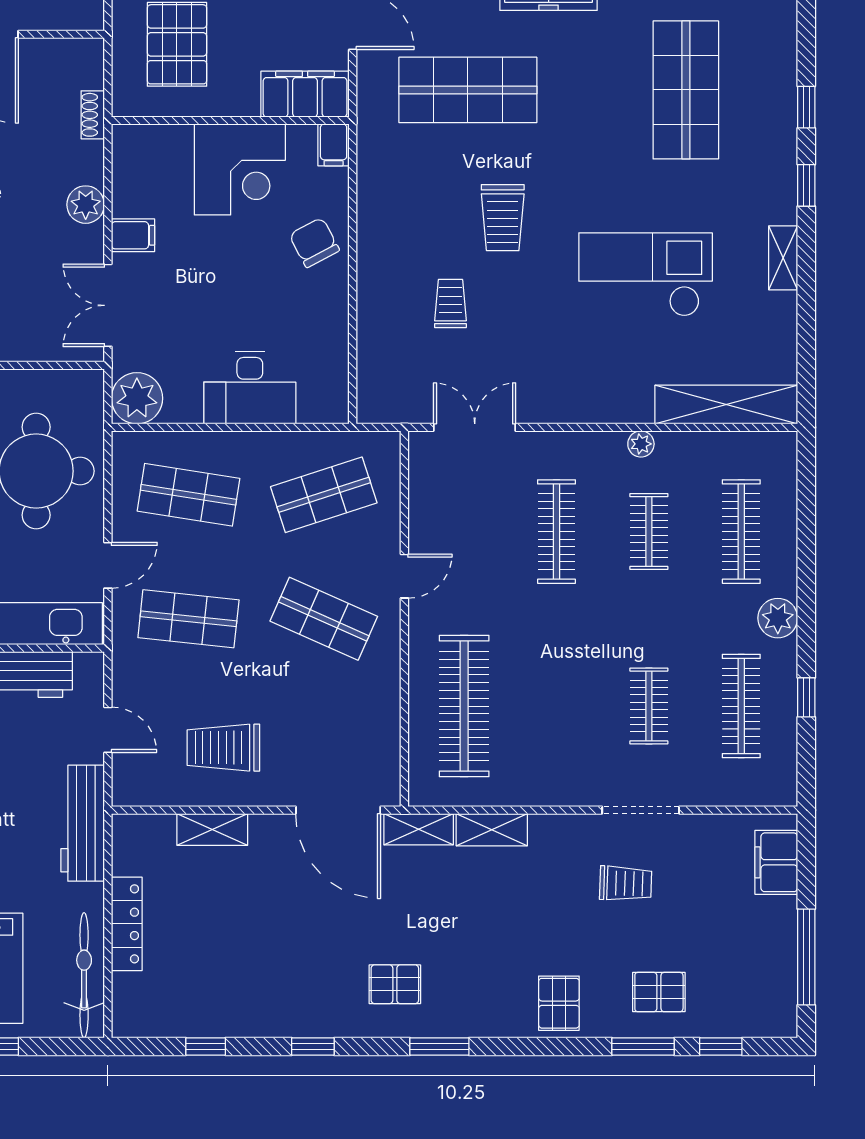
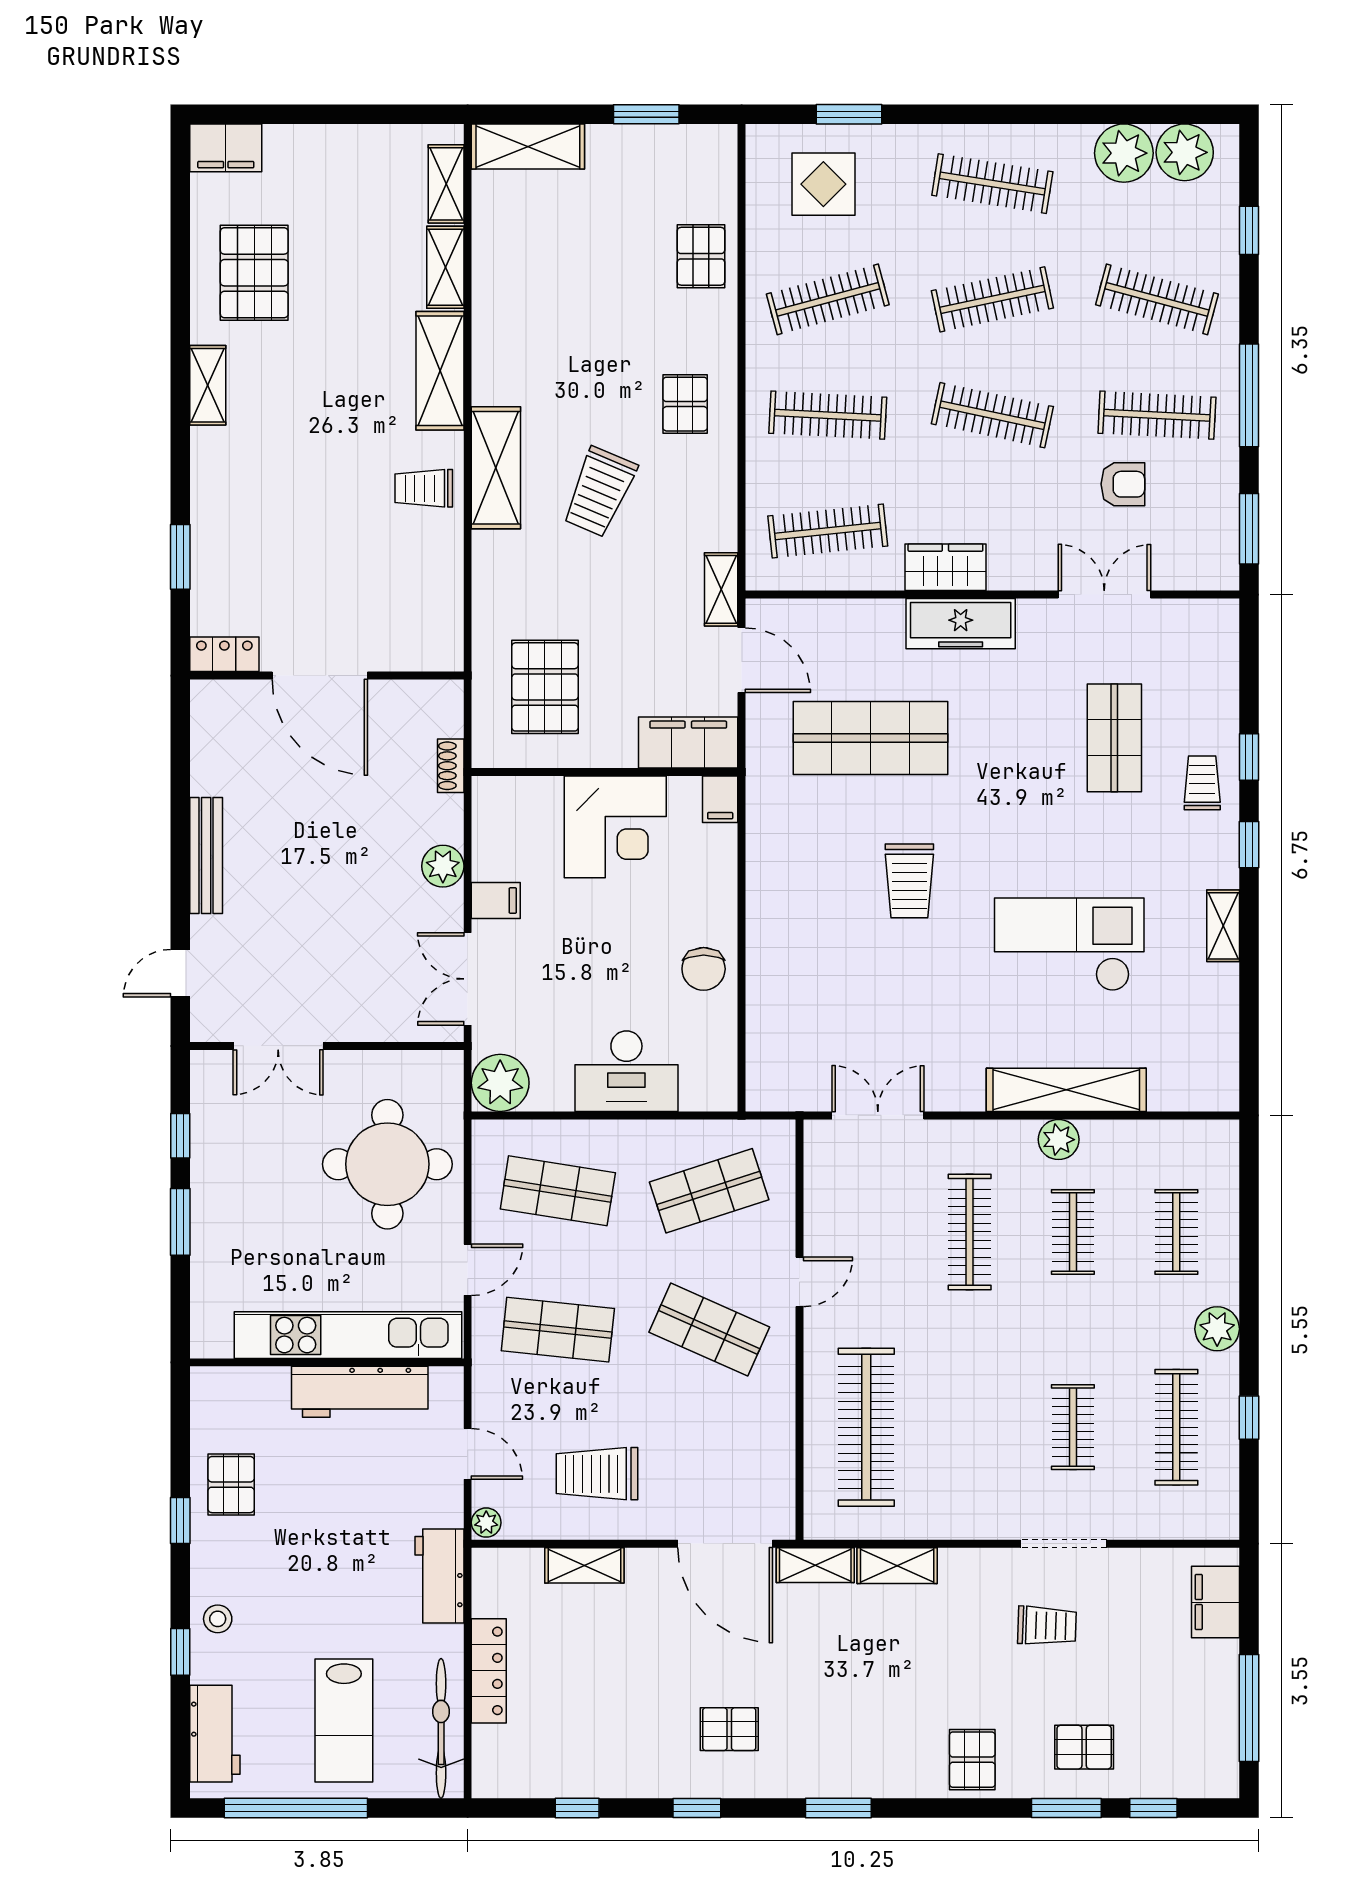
shop shelf: (686, 90) -> (1114, 738), width x0.70, depth x0.74
chair: (314, 243) -> (704, 969), moved, turned -152
trolley: (450, 304) -> (1202, 783), moved
shelving: (726, 404) -> (1066, 1090), moved
plant: (641, 444) -> (1059, 1140), width x1.38, depth x1.38
clothes rail: (741, 532) -> (1176, 1232), width x0.73
plant: (124, 791) -> (486, 1523), added
workbench: (83, 823) -> (439, 1576), width x0.73
pallet: (395, 984) -> (729, 1729), moved

